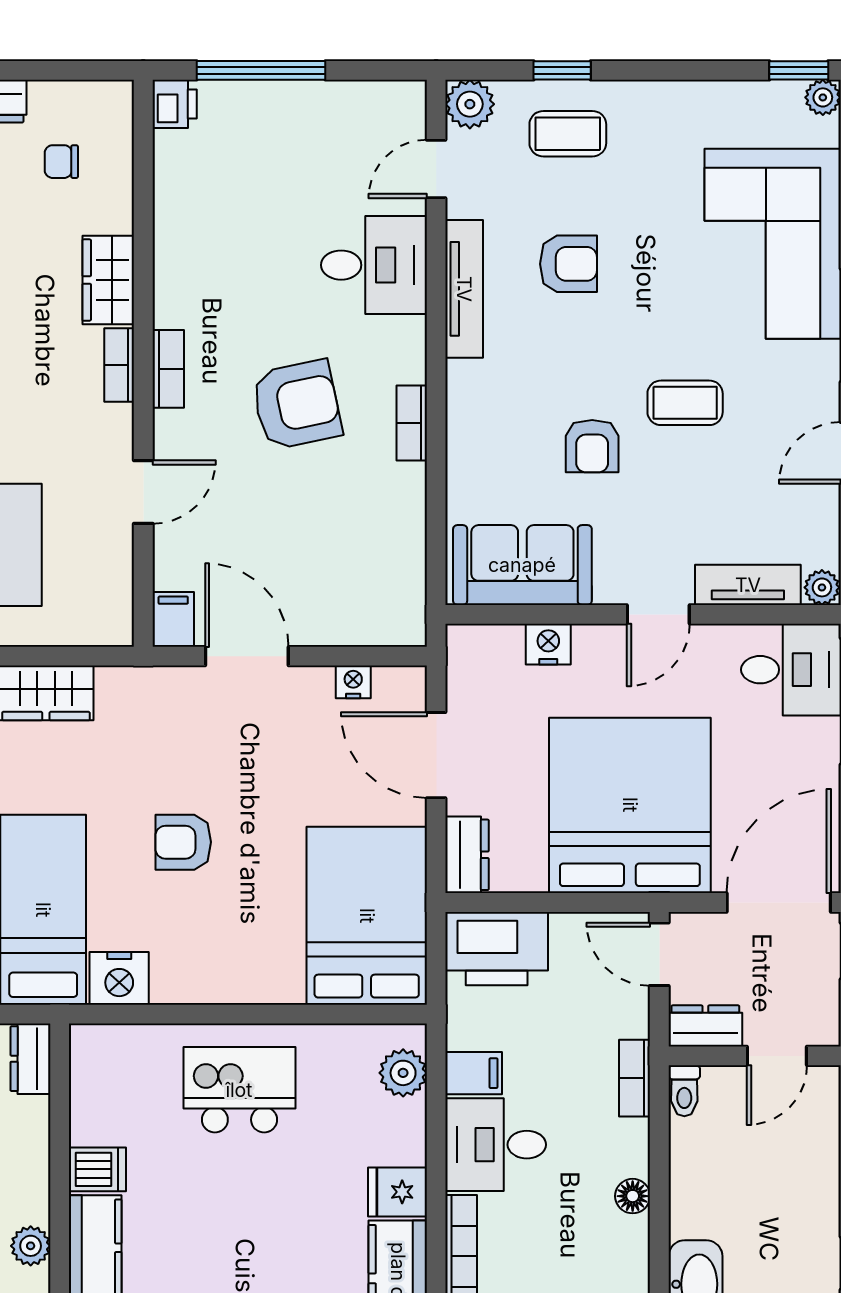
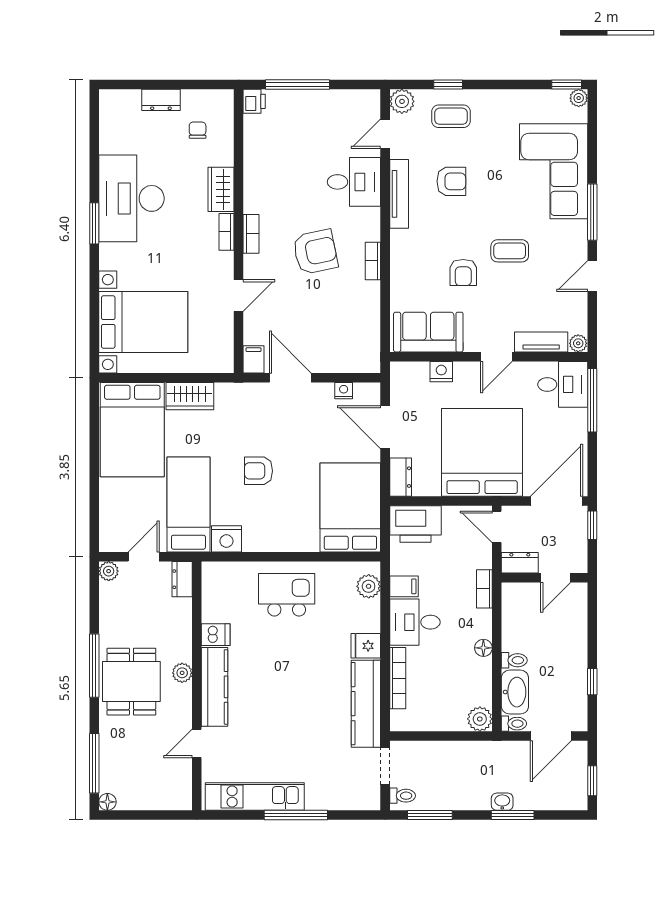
chair: (61, 162) -> (198, 130), turned 90
toilet: (684, 1091) -> (514, 660), moved, turned -90

